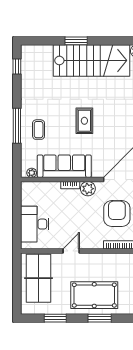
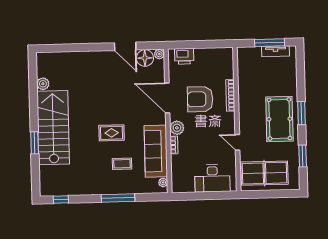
coffee table: (39, 130) -> (122, 164), moved

